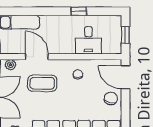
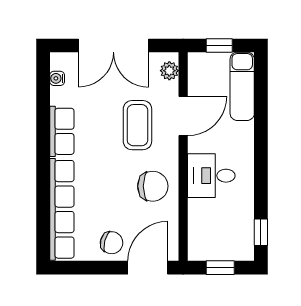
window: (79, 11) -> (261, 232), moved
desk: (88, 40) -> (211, 176), moved
chair: (78, 74) -> (153, 186), width x1.87, depth x1.87

